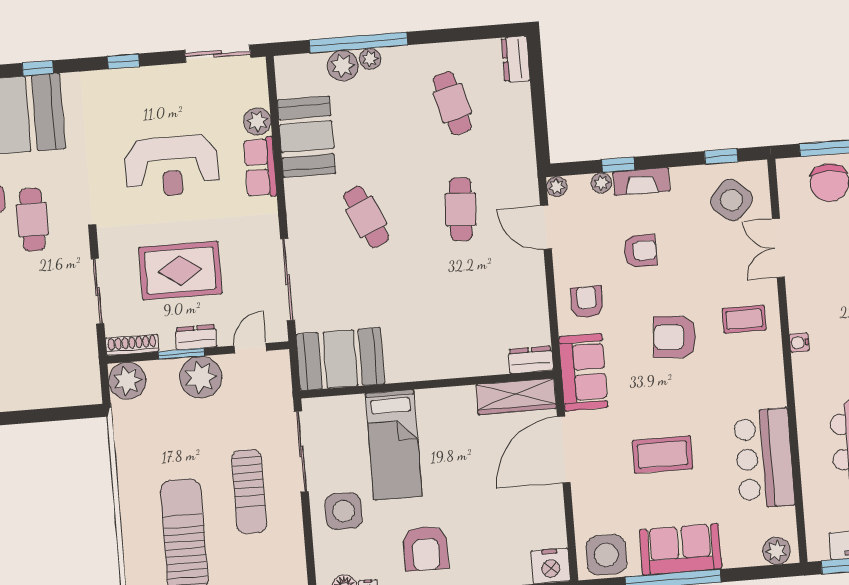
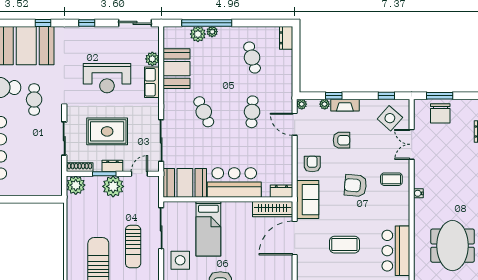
bar counter: (437, 350) -> (234, 182), added

